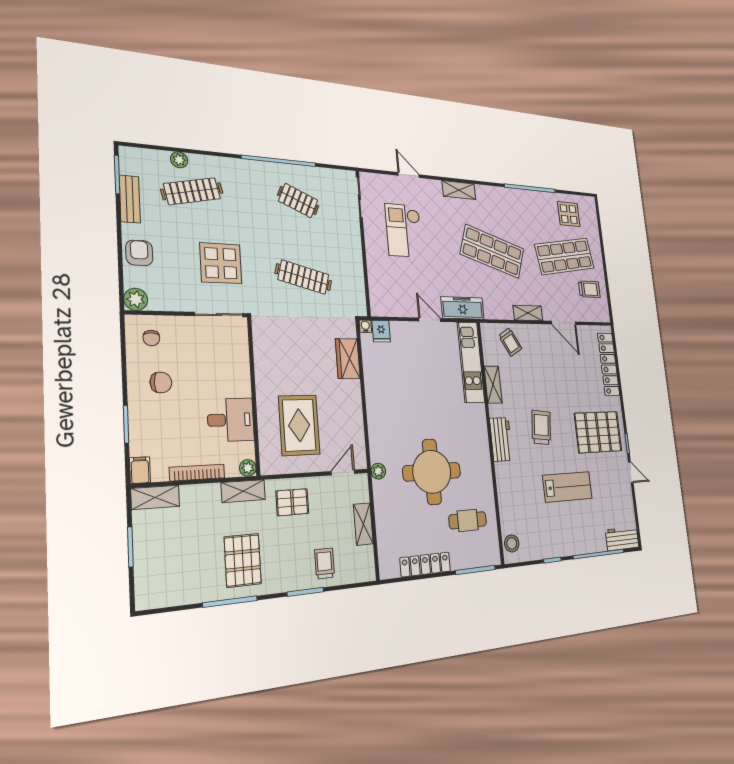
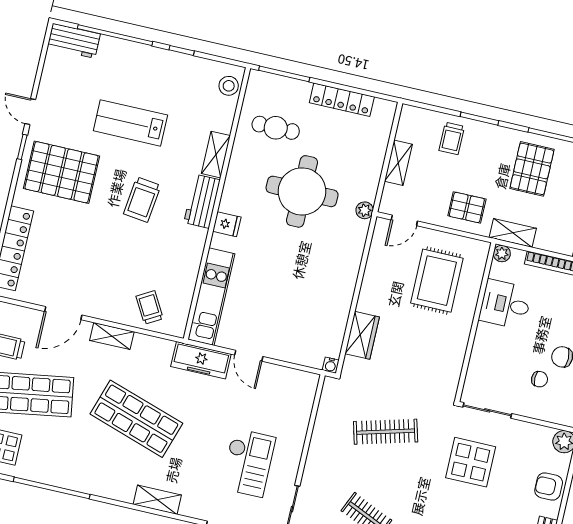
armchair: (139, 253) -> (549, 487), turned 90
clothes rail: (304, 277) -> (386, 432), turned -30
door: (564, 323) -> (63, 313), swing flipped
fridge: (381, 331) -> (227, 224), moved, turned 90
chair: (151, 338) -> (540, 379), moved, turned 90
shelving: (493, 385) -> (216, 155), moved

